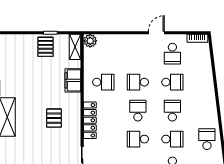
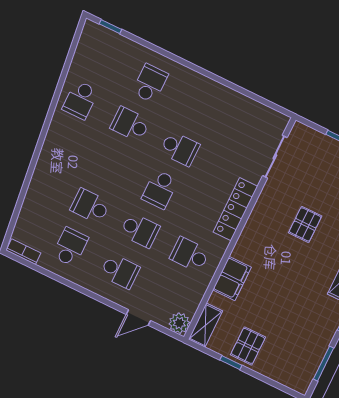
door: (156, 33) -> (138, 318), moved
school desk: (172, 111) -> (120, 271), moved, turned -90
pallet: (54, 118) -> (305, 224), moved

